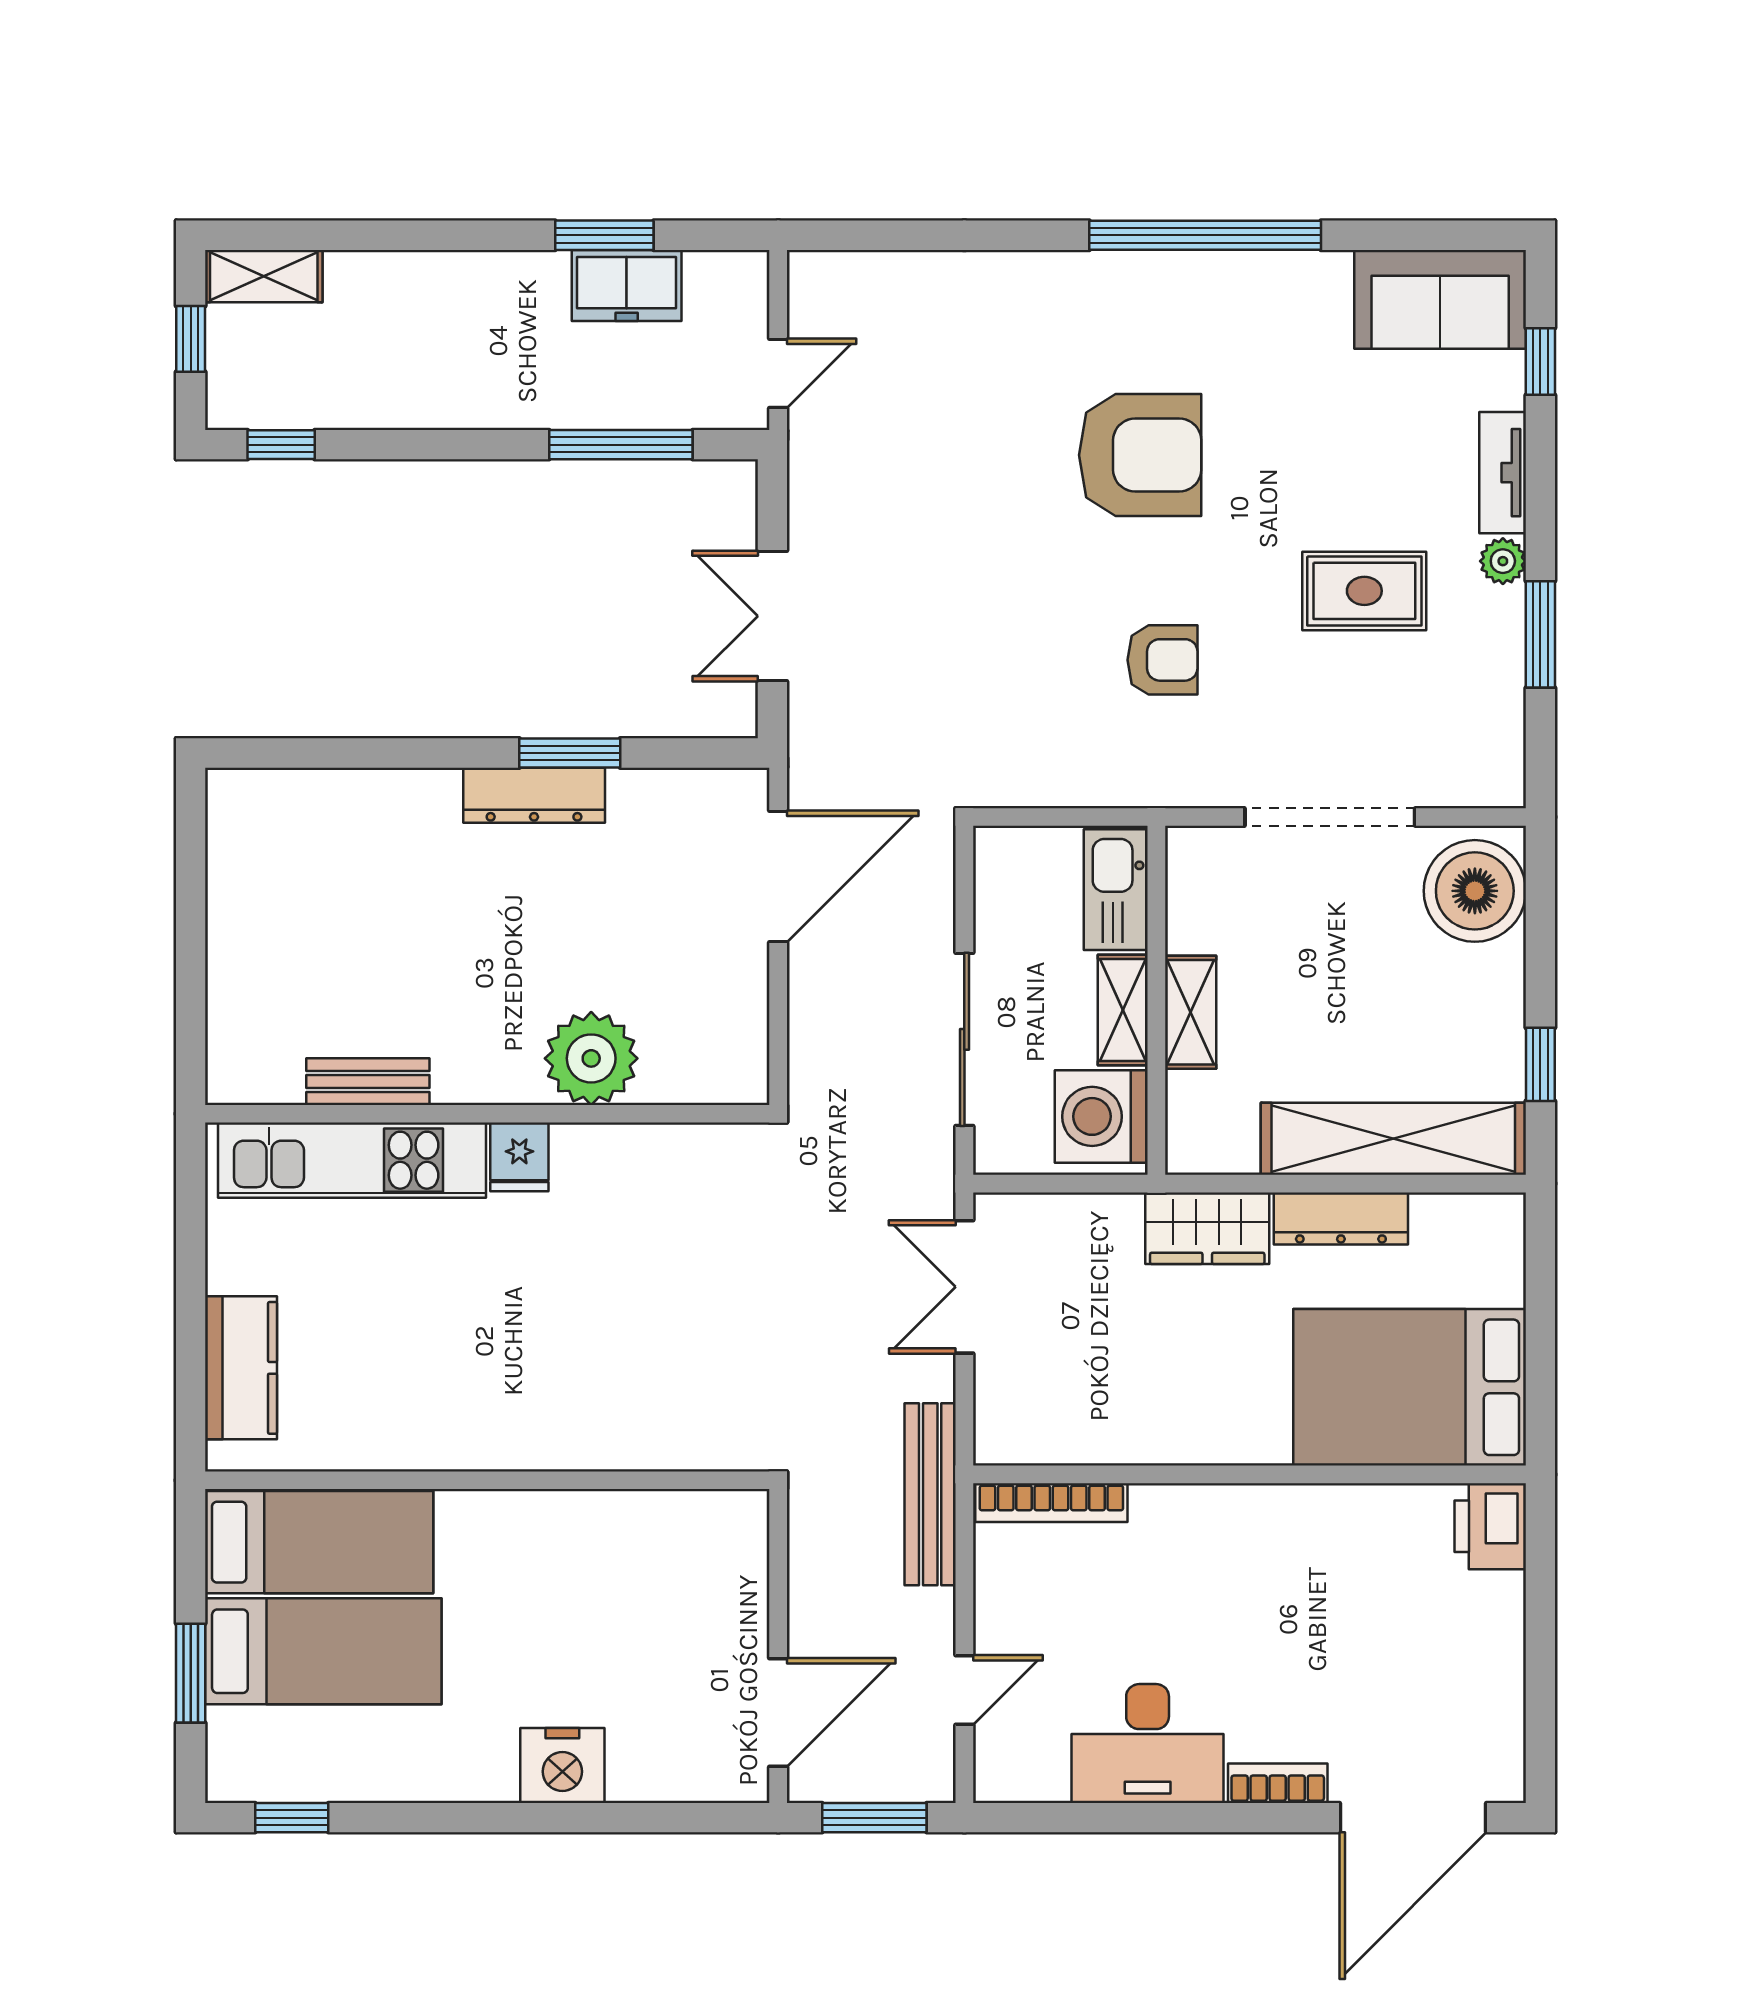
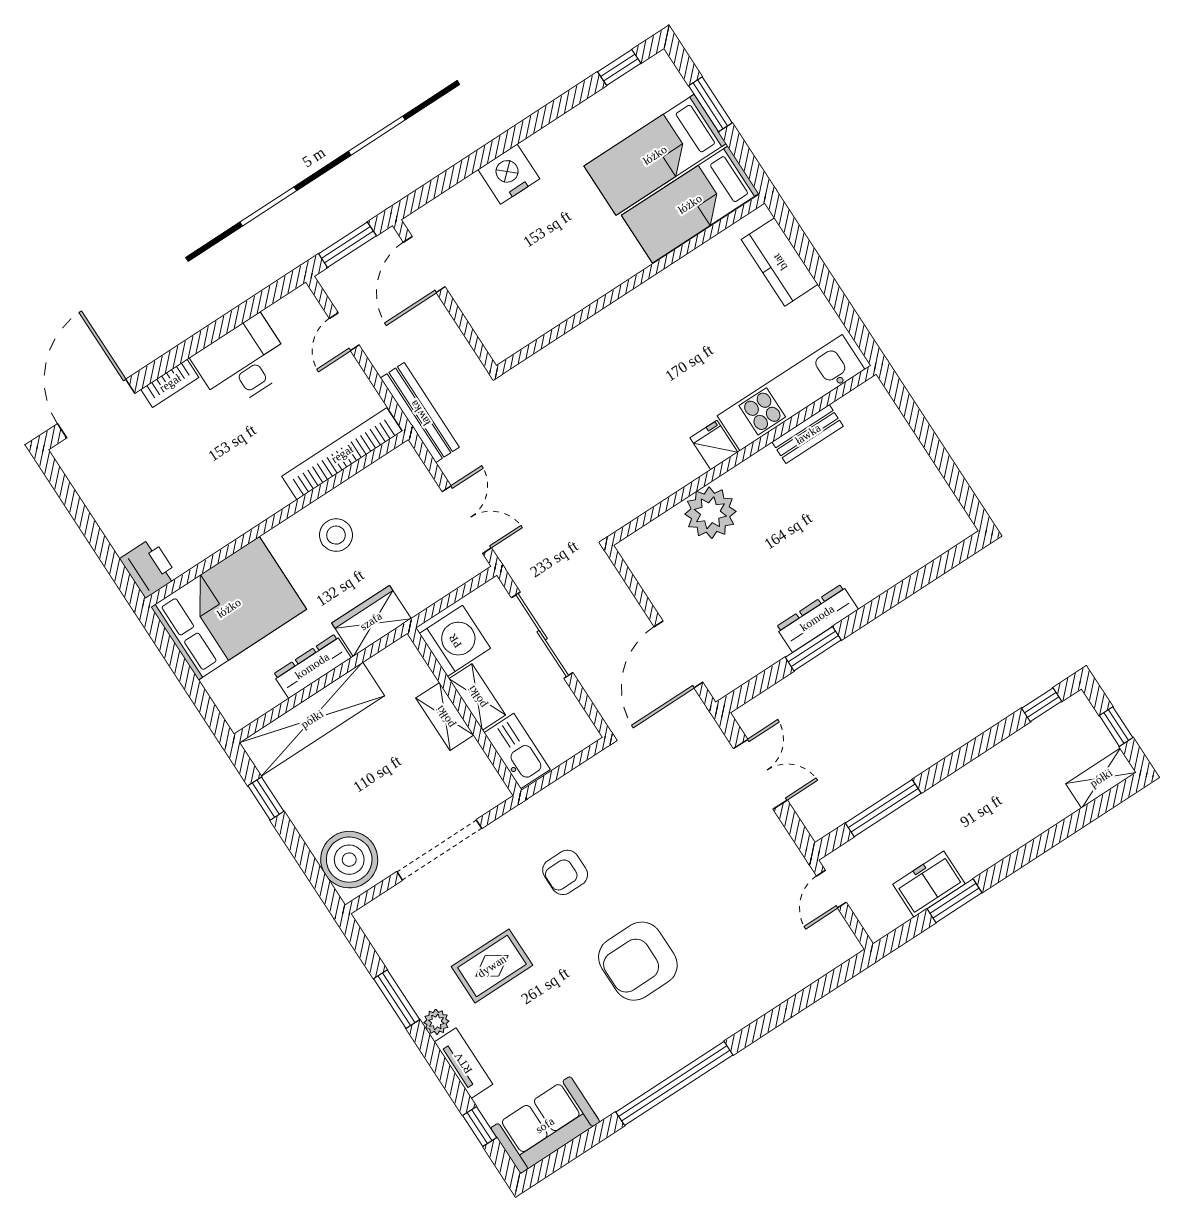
stool: (1176, 1392) -> (336, 535), added
bookcase: (1051, 1503) -> (342, 454), width x1.48, depth x1.31

